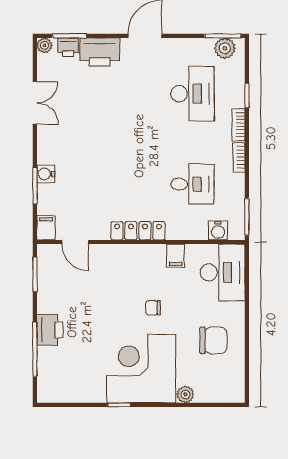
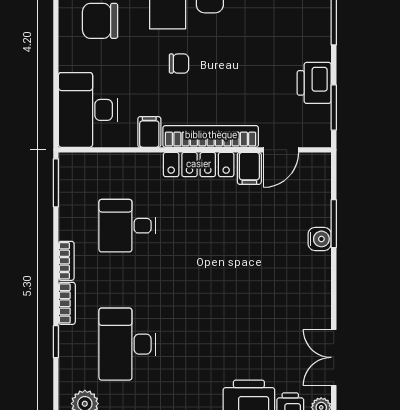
double door: (35, 103) -> (334, 357), moved
filing cabinet: (46, 228) -> (249, 168), moved
water cooler: (218, 231) -> (94, 165), removed
door: (75, 242) -> (281, 150), swing flipped
bookcase: (129, 252) -> (211, 136), added
printer: (50, 330) -> (314, 83), moved

